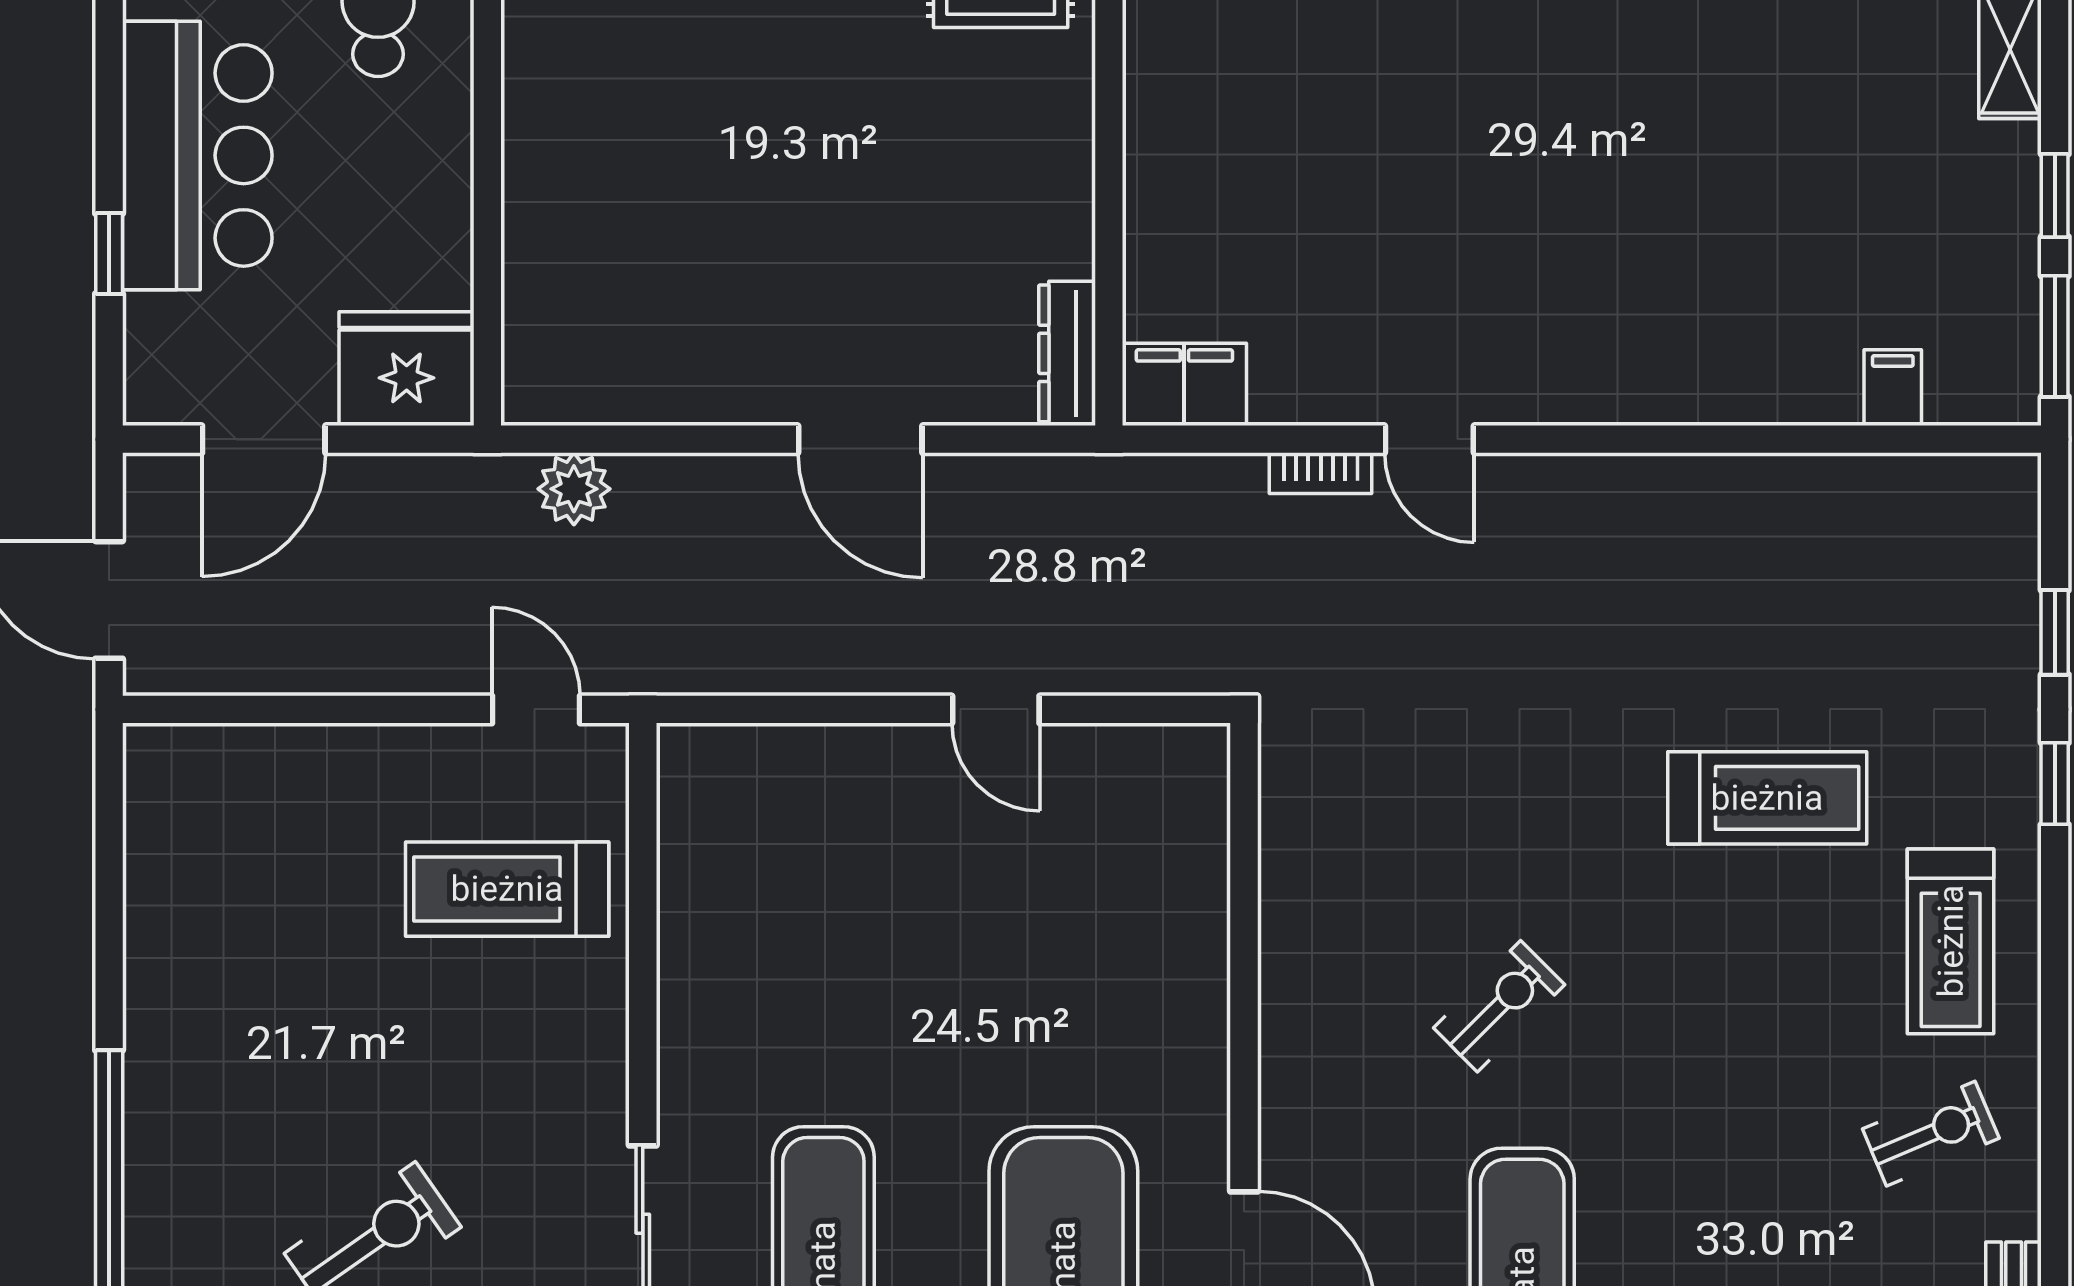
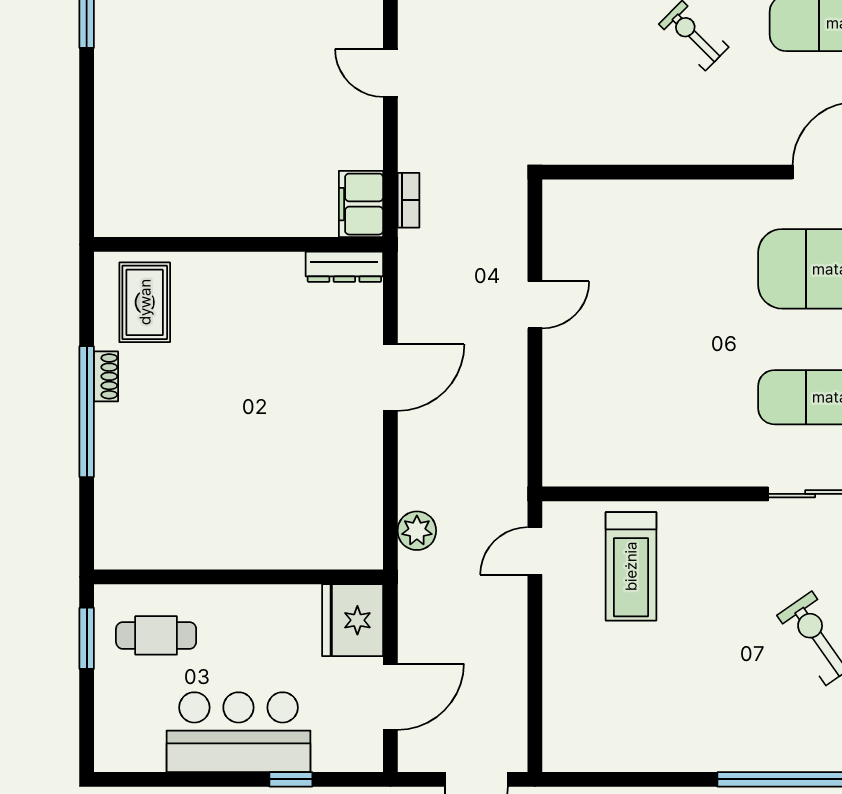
door: (264, 439) -> (390, 697), hinge flipped
door: (1429, 439) -> (390, 73), swing flipped
bookcase: (1321, 473) -> (408, 200), moved

